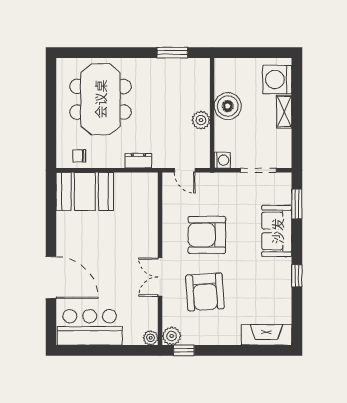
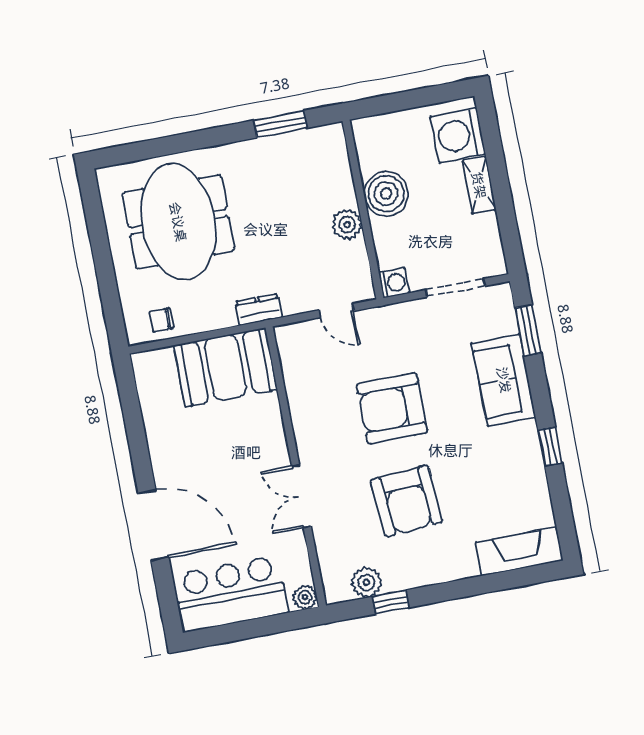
booth: (85, 191) -> (226, 367), moved
wall: (160, 259) -> (296, 467), moved
double door: (160, 277) -> (301, 496), moved
plant: (151, 338) -> (305, 597), moved

